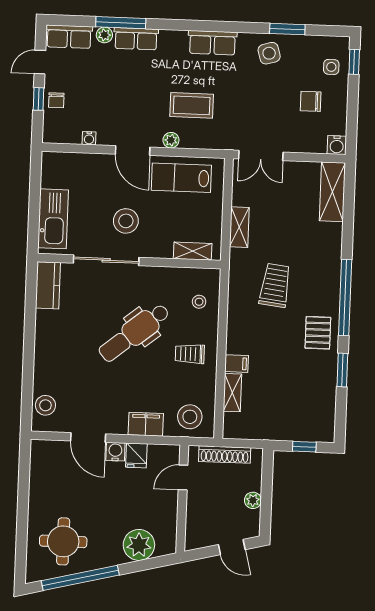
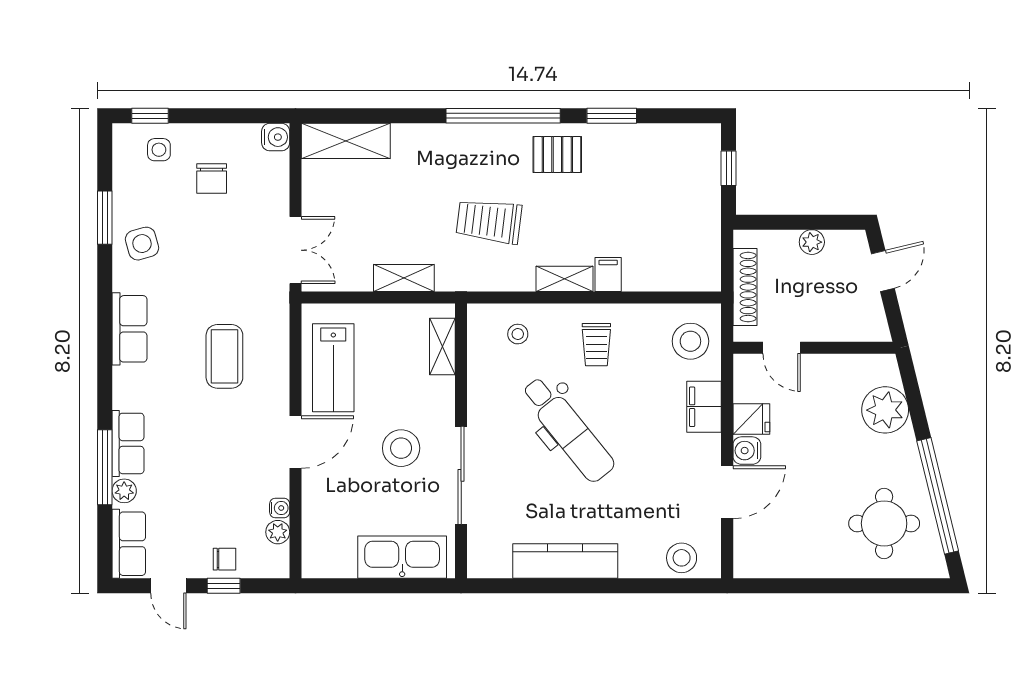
plant: (171, 140) -> (278, 532), moved
kitchen counter: (48, 285) -> (565, 561), moved, width x1.50
shelving: (232, 393) -> (564, 279), moved

